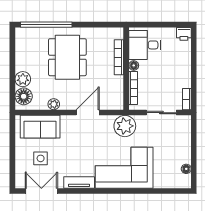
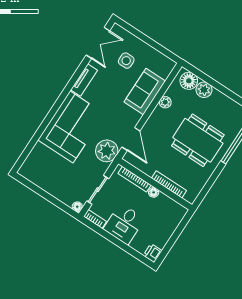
desk: (145, 45) -> (124, 224), moved, turned 180
door: (88, 113) -> (131, 139), moved
sofa: (40, 127) -> (145, 92), moved
floor lamp: (186, 169) -> (77, 207), moved

